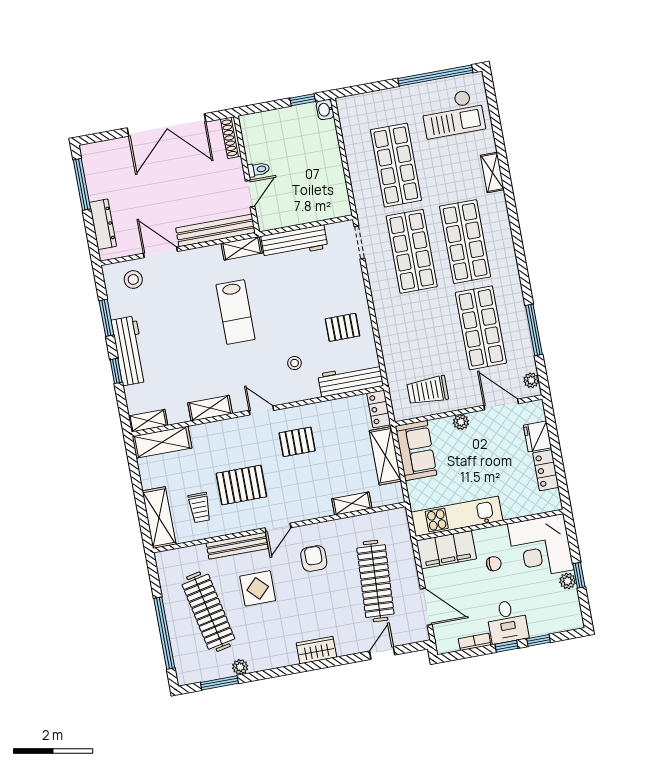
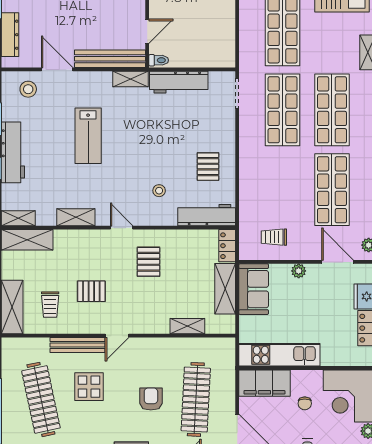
toilet: (258, 169) -> (159, 60), moved
lab bench: (236, 312) -> (88, 136), moved
pallet: (342, 327) -> (208, 167), turned 90
trolley: (428, 390) -> (274, 237), width x0.73, depth x0.72
pallet: (297, 442) -> (148, 262), turned 90
pallet: (241, 485) -> (91, 291), width x0.67, depth x0.71
armchair: (314, 559) -> (151, 399), moved
chair: (494, 564) -> (305, 403), turned 90

